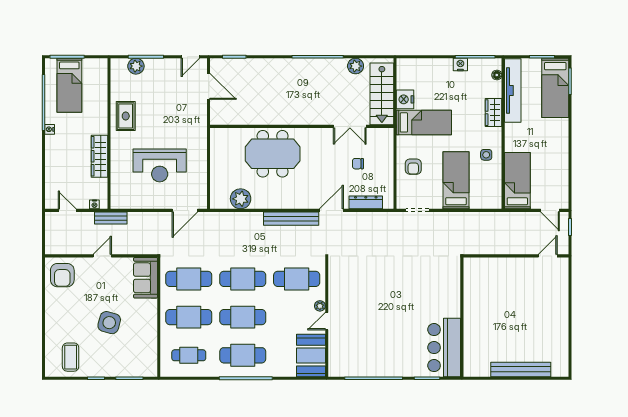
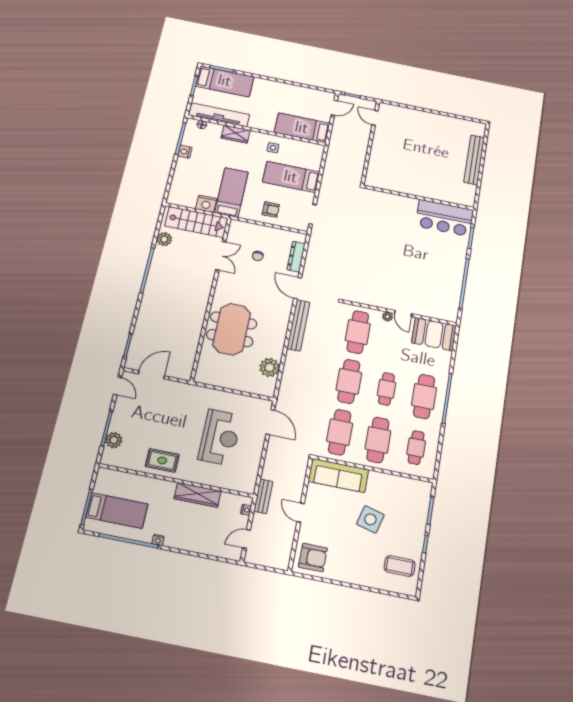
sofa: (146, 278) -> (338, 475), width x1.36
cafe table: (243, 317) -> (386, 389), width x0.73, depth x0.74

